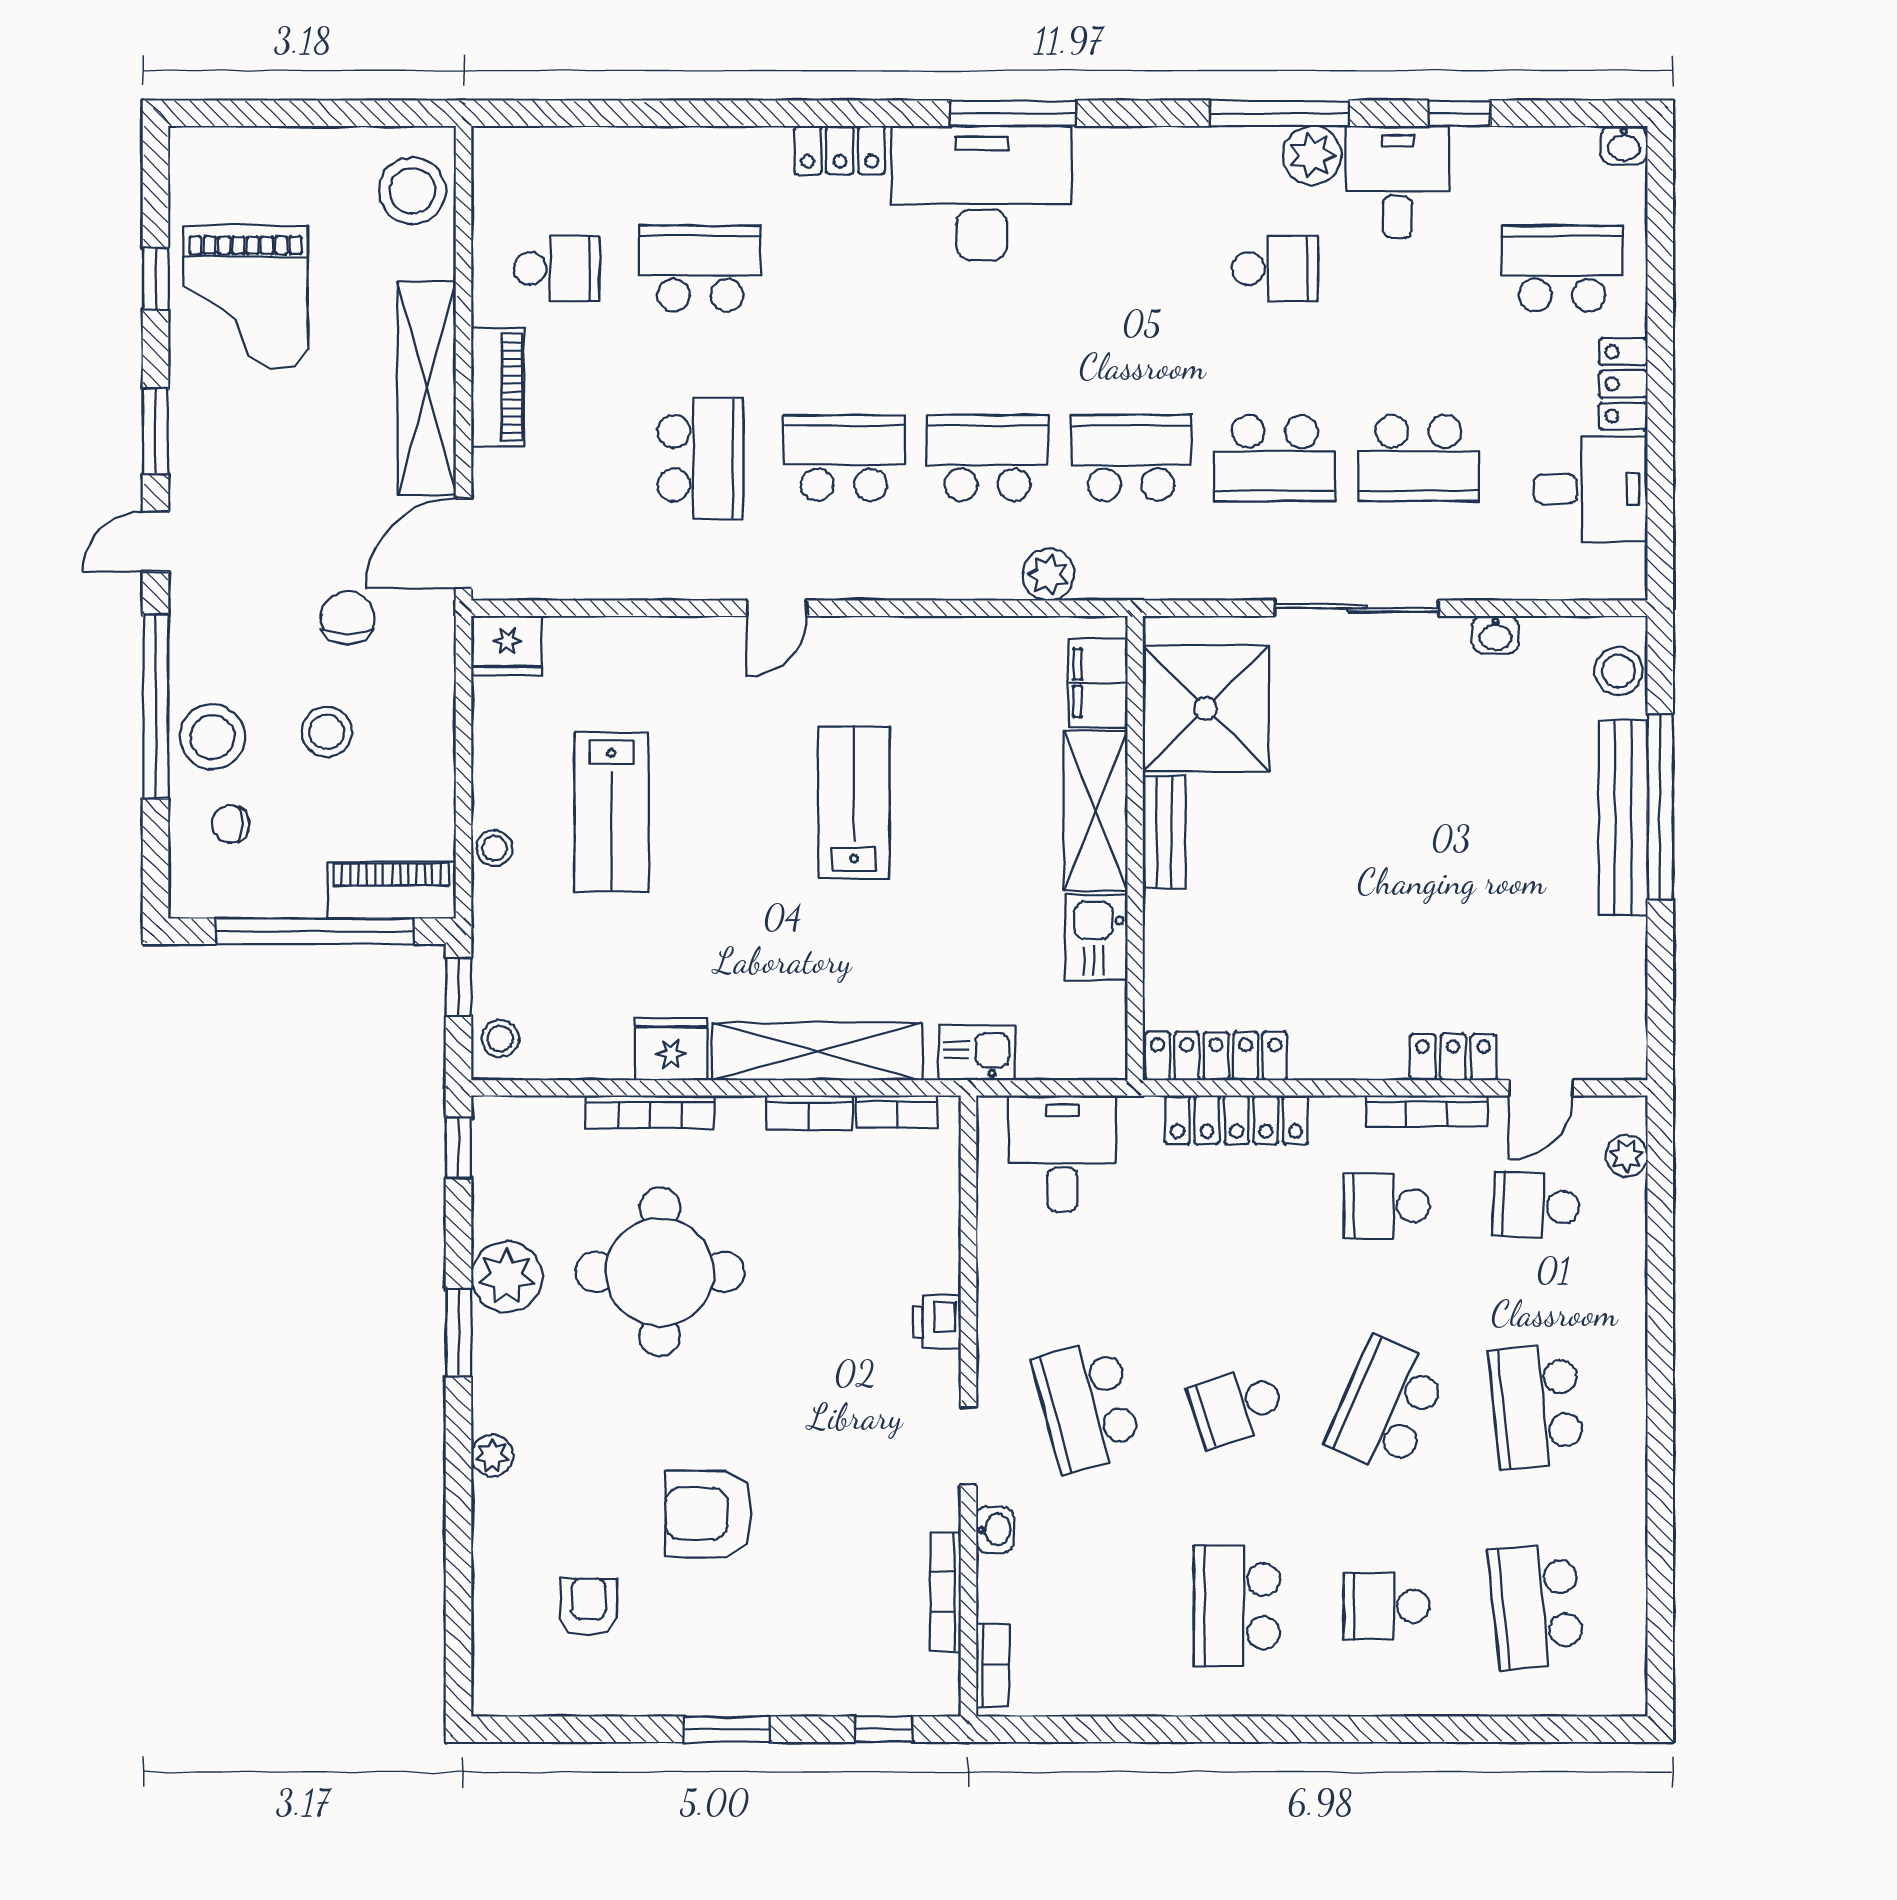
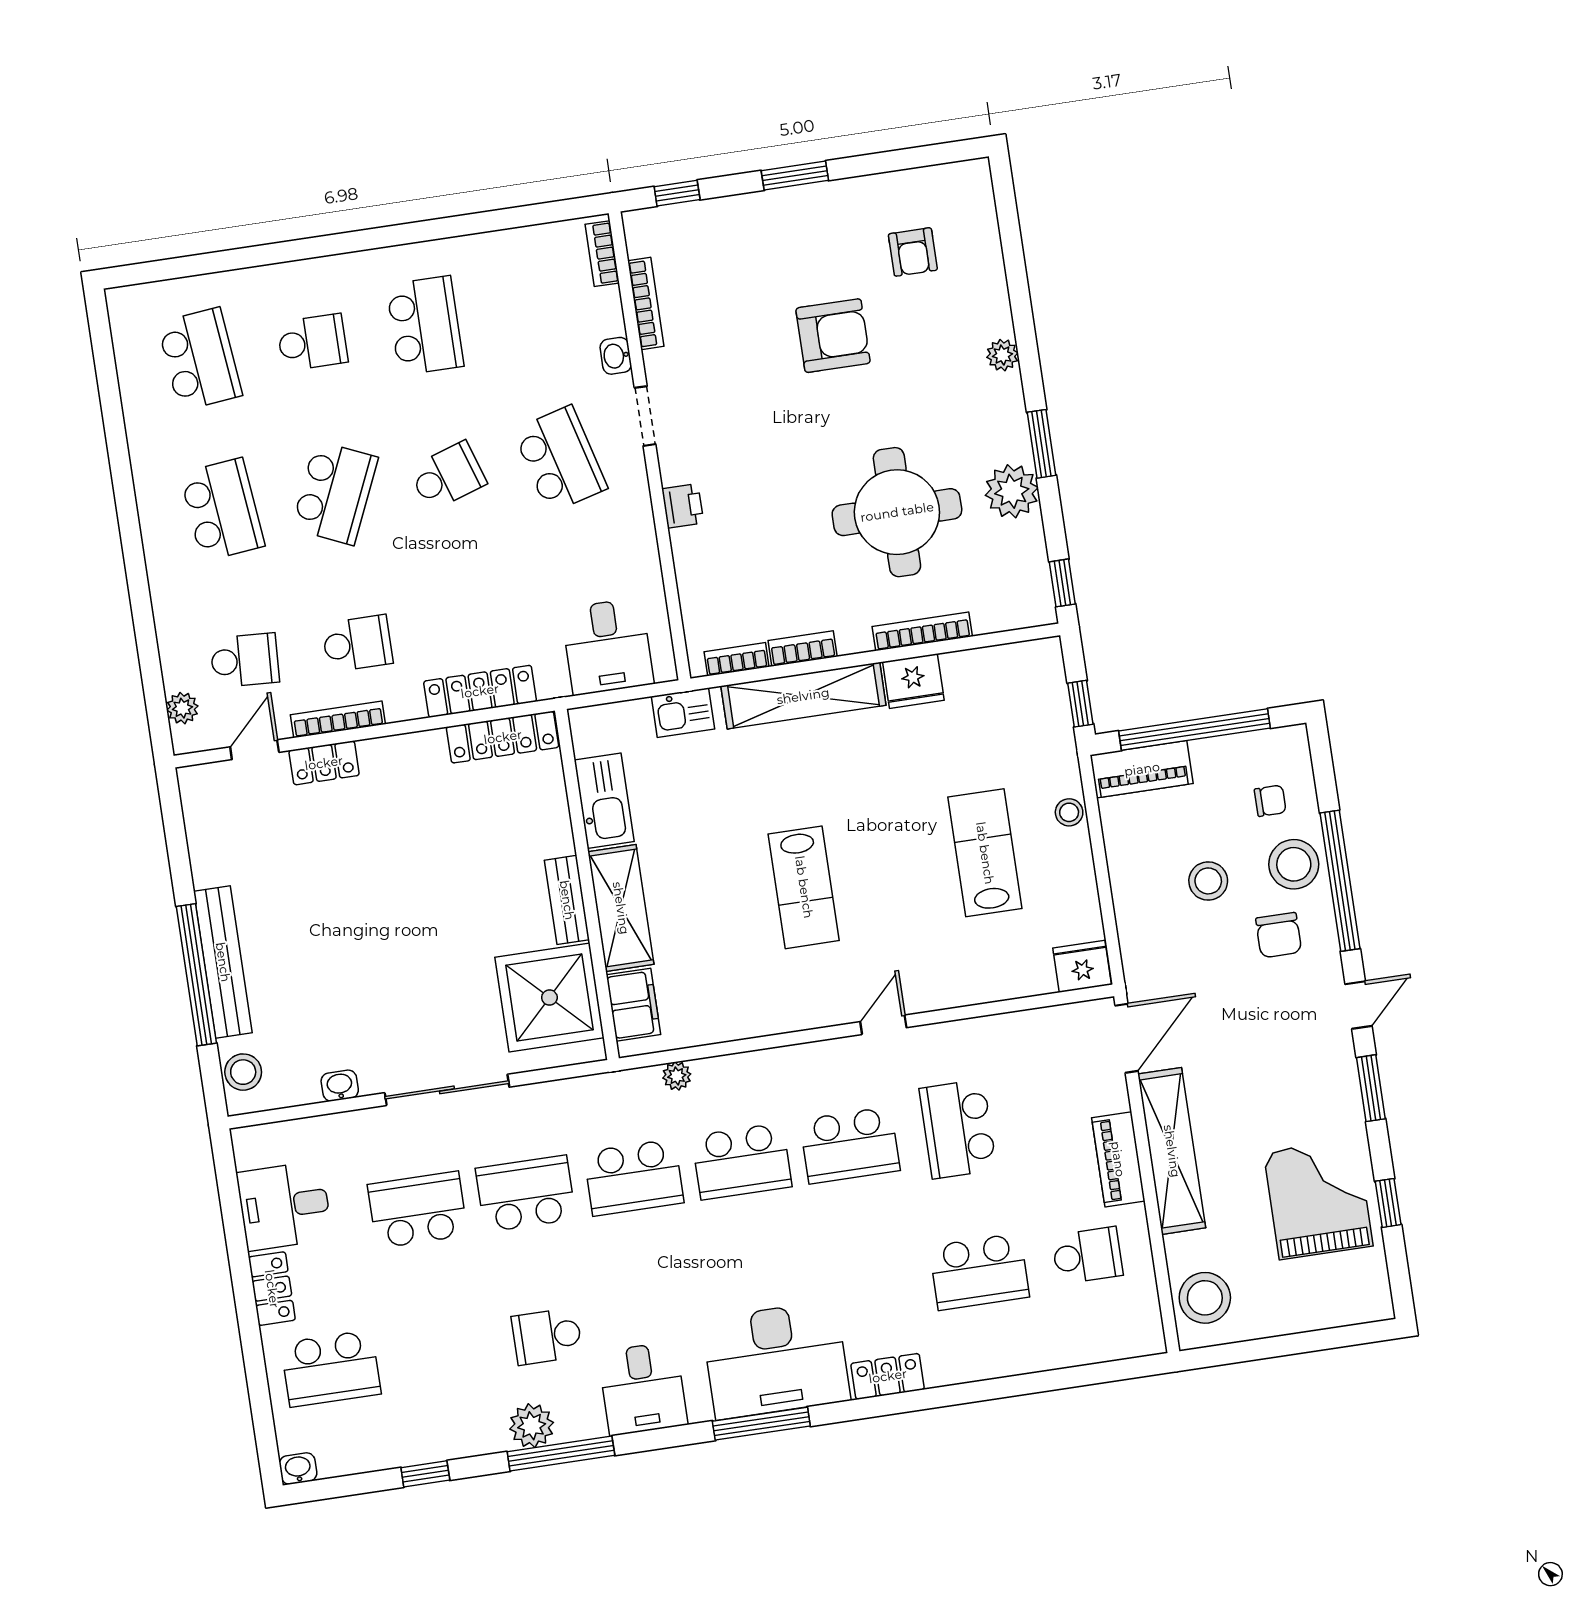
desk: (1397, 182) -> (643, 1388), moved
school desk: (557, 269) -> (1087, 1255), turned 180
plant: (1048, 575) -> (677, 1076), width x0.73, depth x0.73
chair: (347, 618) -> (1279, 935), moved
kitchen sink: (1097, 938) -> (604, 801), width x1.38
stool: (500, 1039) -> (1043, 670), removed

